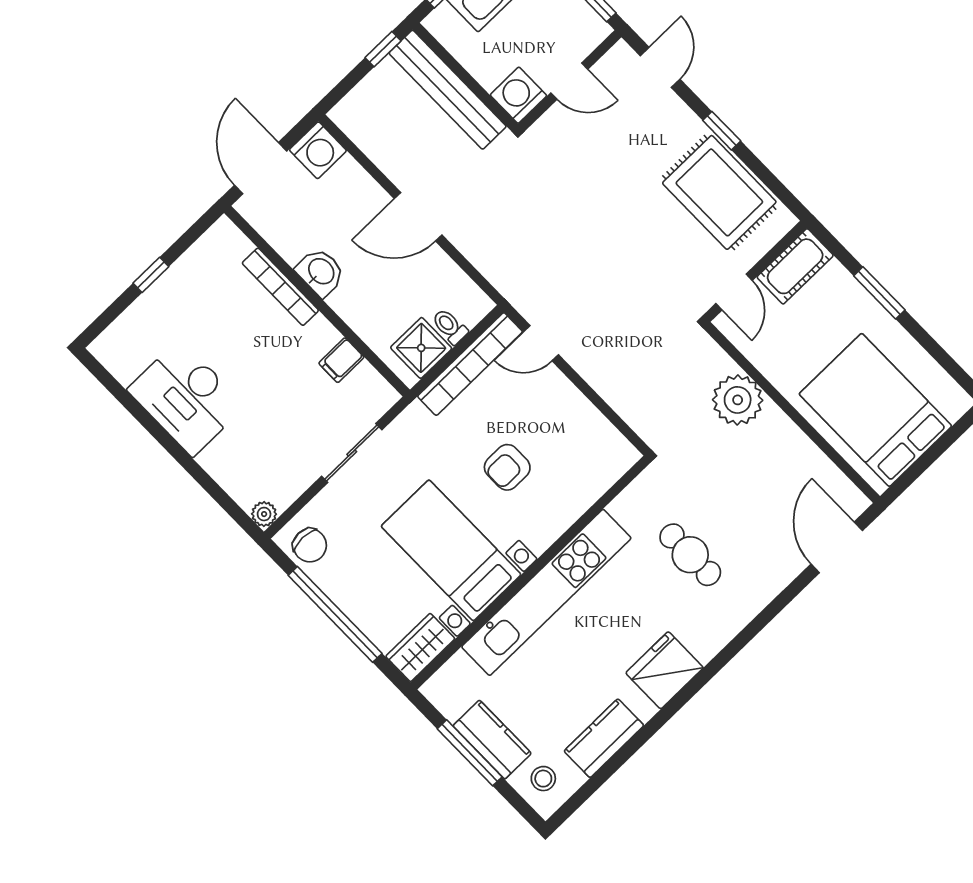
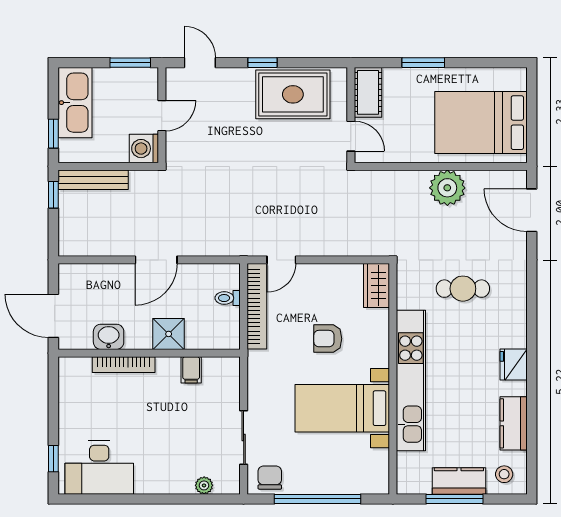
bench: (448, 90) -> (93, 180), width x0.73, depth x0.82
washing machine: (318, 150) -> (73, 278), removed
washbasin: (321, 272) -> (109, 337), moved
window: (151, 275) -> (53, 459), moved
shower: (421, 348) -> (169, 334), moved
desk: (186, 398) -> (99, 468), moved
plant: (738, 400) -> (447, 188), moved
sliding door: (352, 453) -> (244, 438), moved
armchair: (507, 467) -> (328, 339), turned 90
plant: (264, 514) -> (204, 485), moved
chair: (310, 545) -> (270, 478), turned -90
wardrobe: (420, 648) -> (377, 285), moved
fridge: (664, 670) -> (514, 365), width x0.73, depth x0.75

